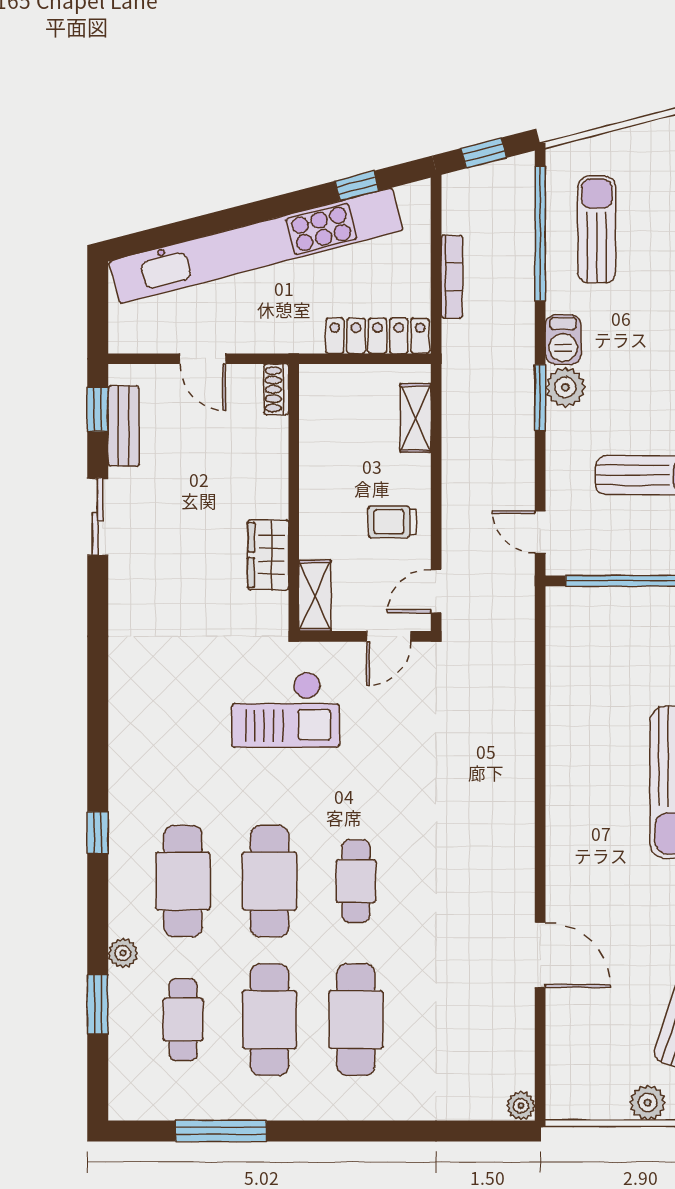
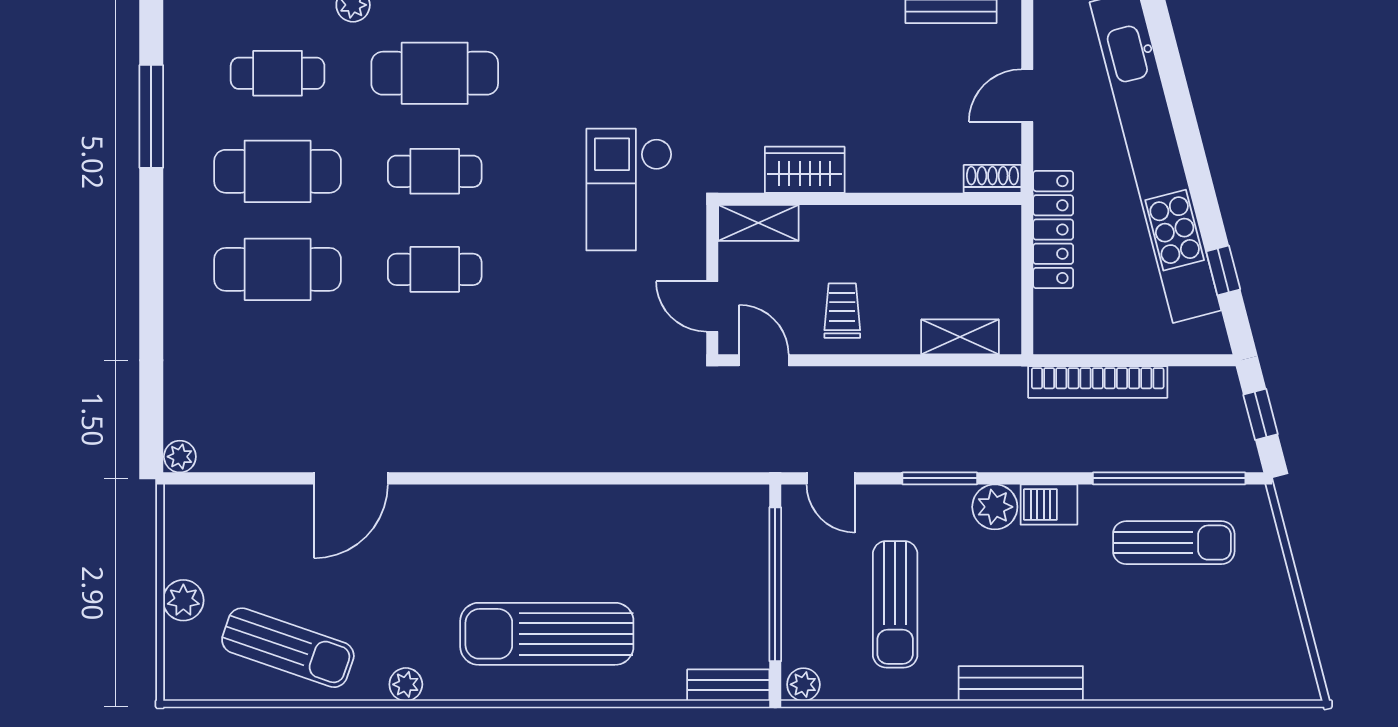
bookcase: (452, 277) -> (1098, 382), width x1.48, depth x1.31
locker: (377, 336) -> (1053, 230), moved
window: (540, 398) -> (940, 478), moved
door: (540, 532) -> (831, 478), swing flipped
cafe table: (269, 881) -> (435, 171), width x0.73, depth x0.74

